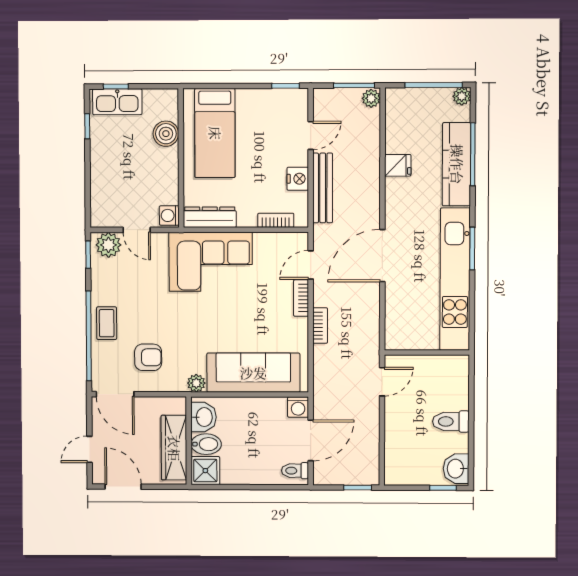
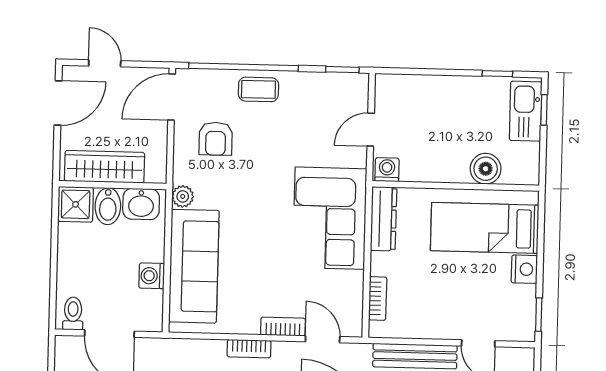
nightstand: (298, 179) -> (524, 269), moved, turned -90
plant: (108, 245) -> (353, 95), removed
washing machine: (298, 407) -> (152, 276), moved

